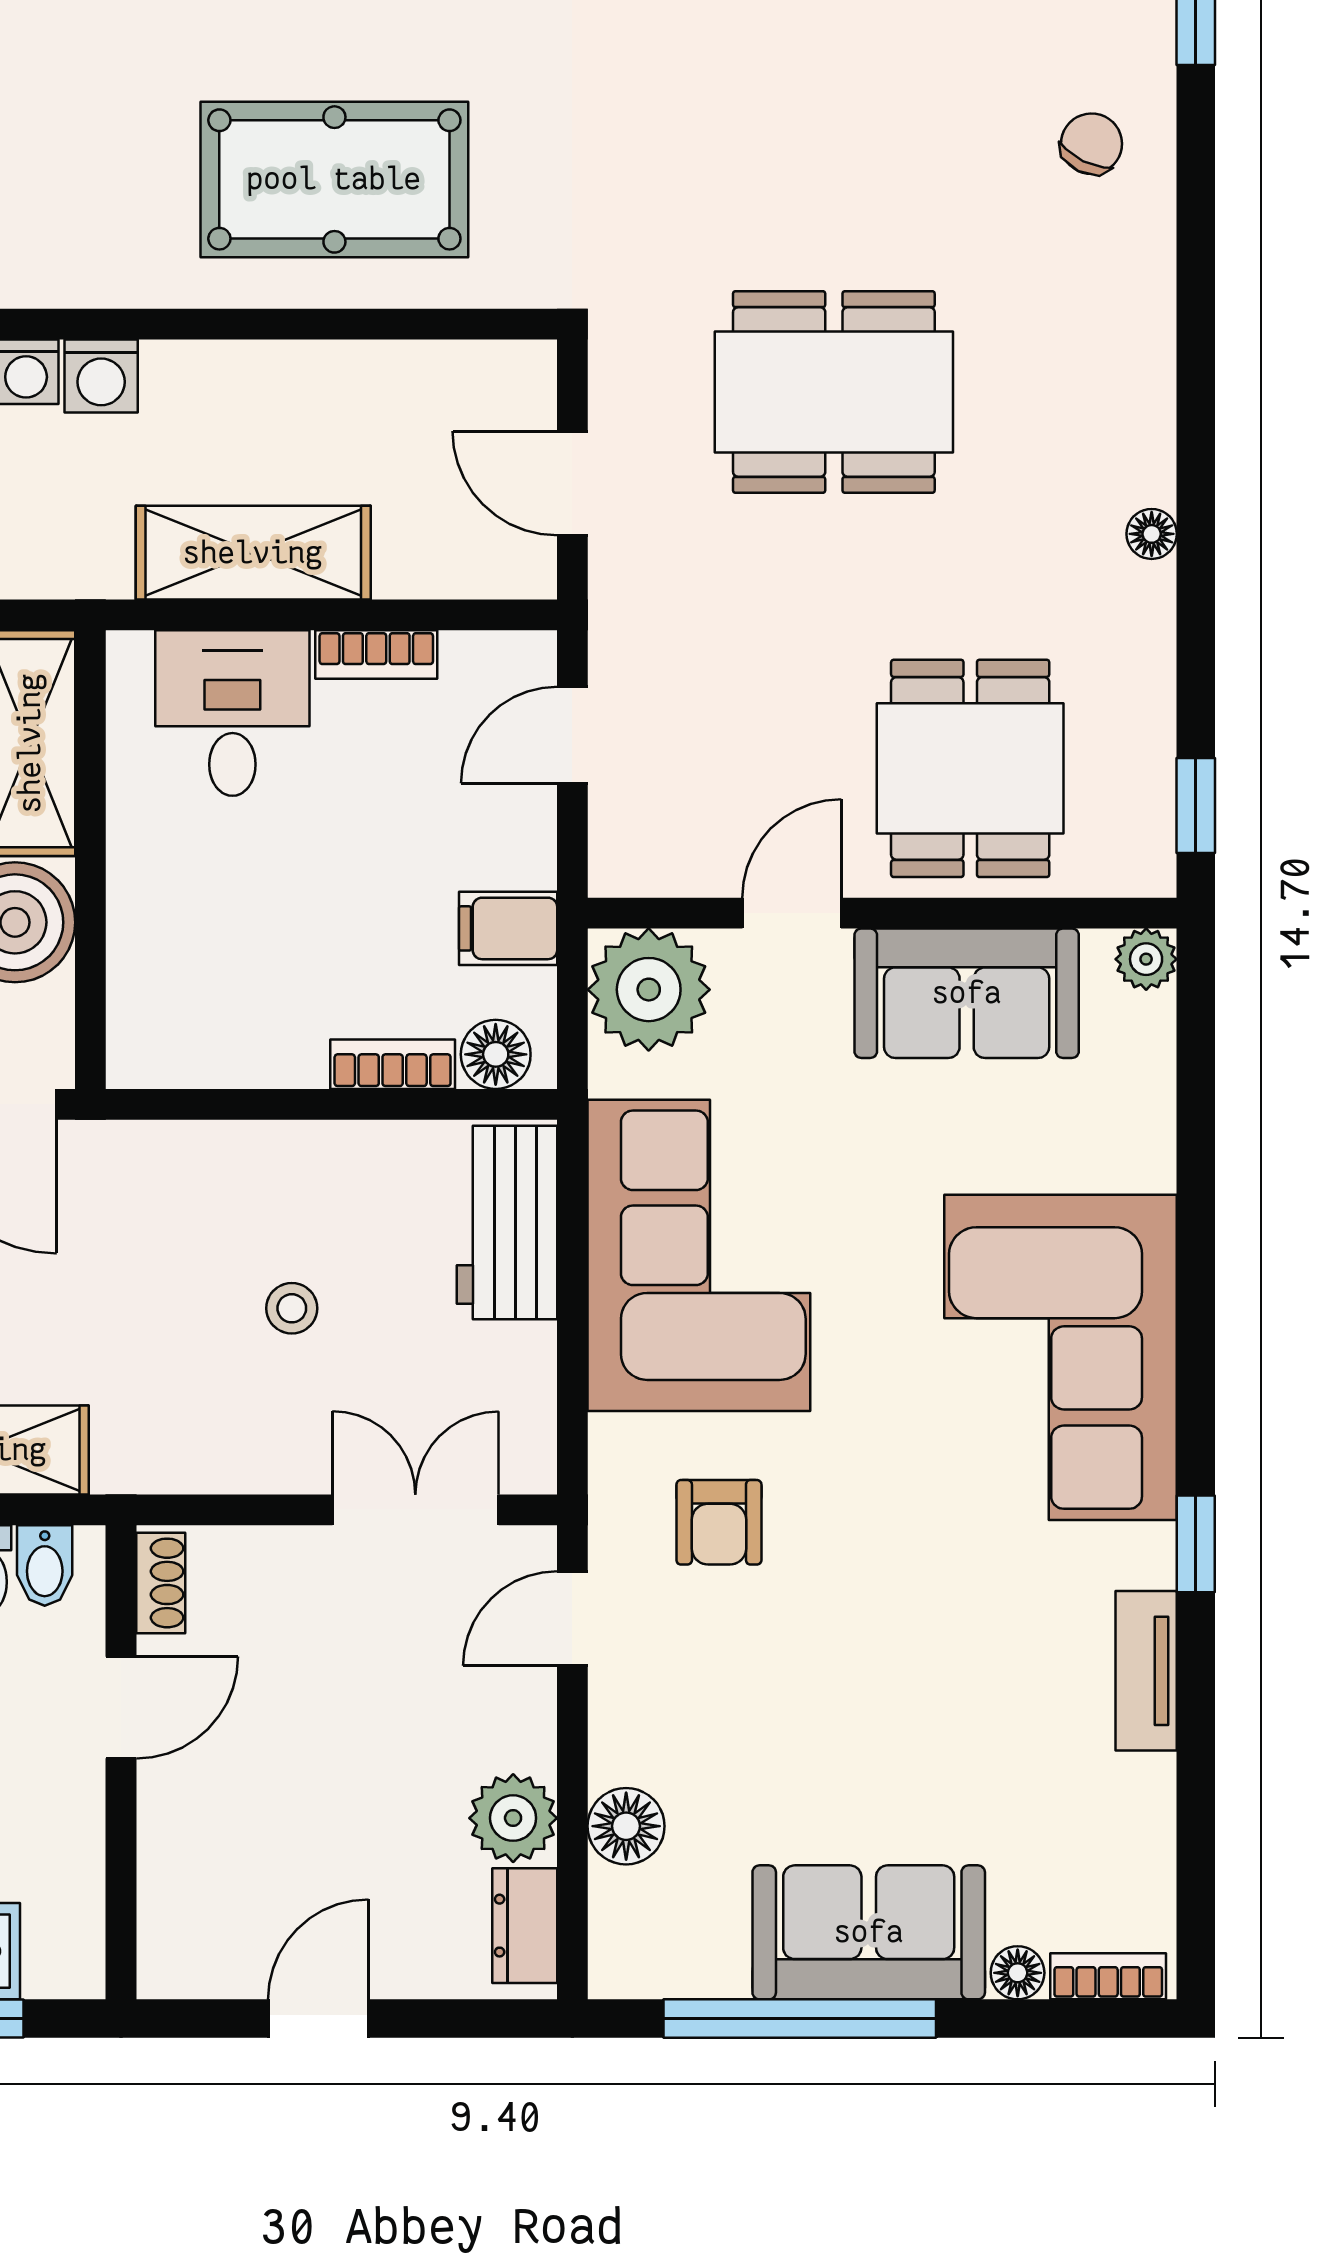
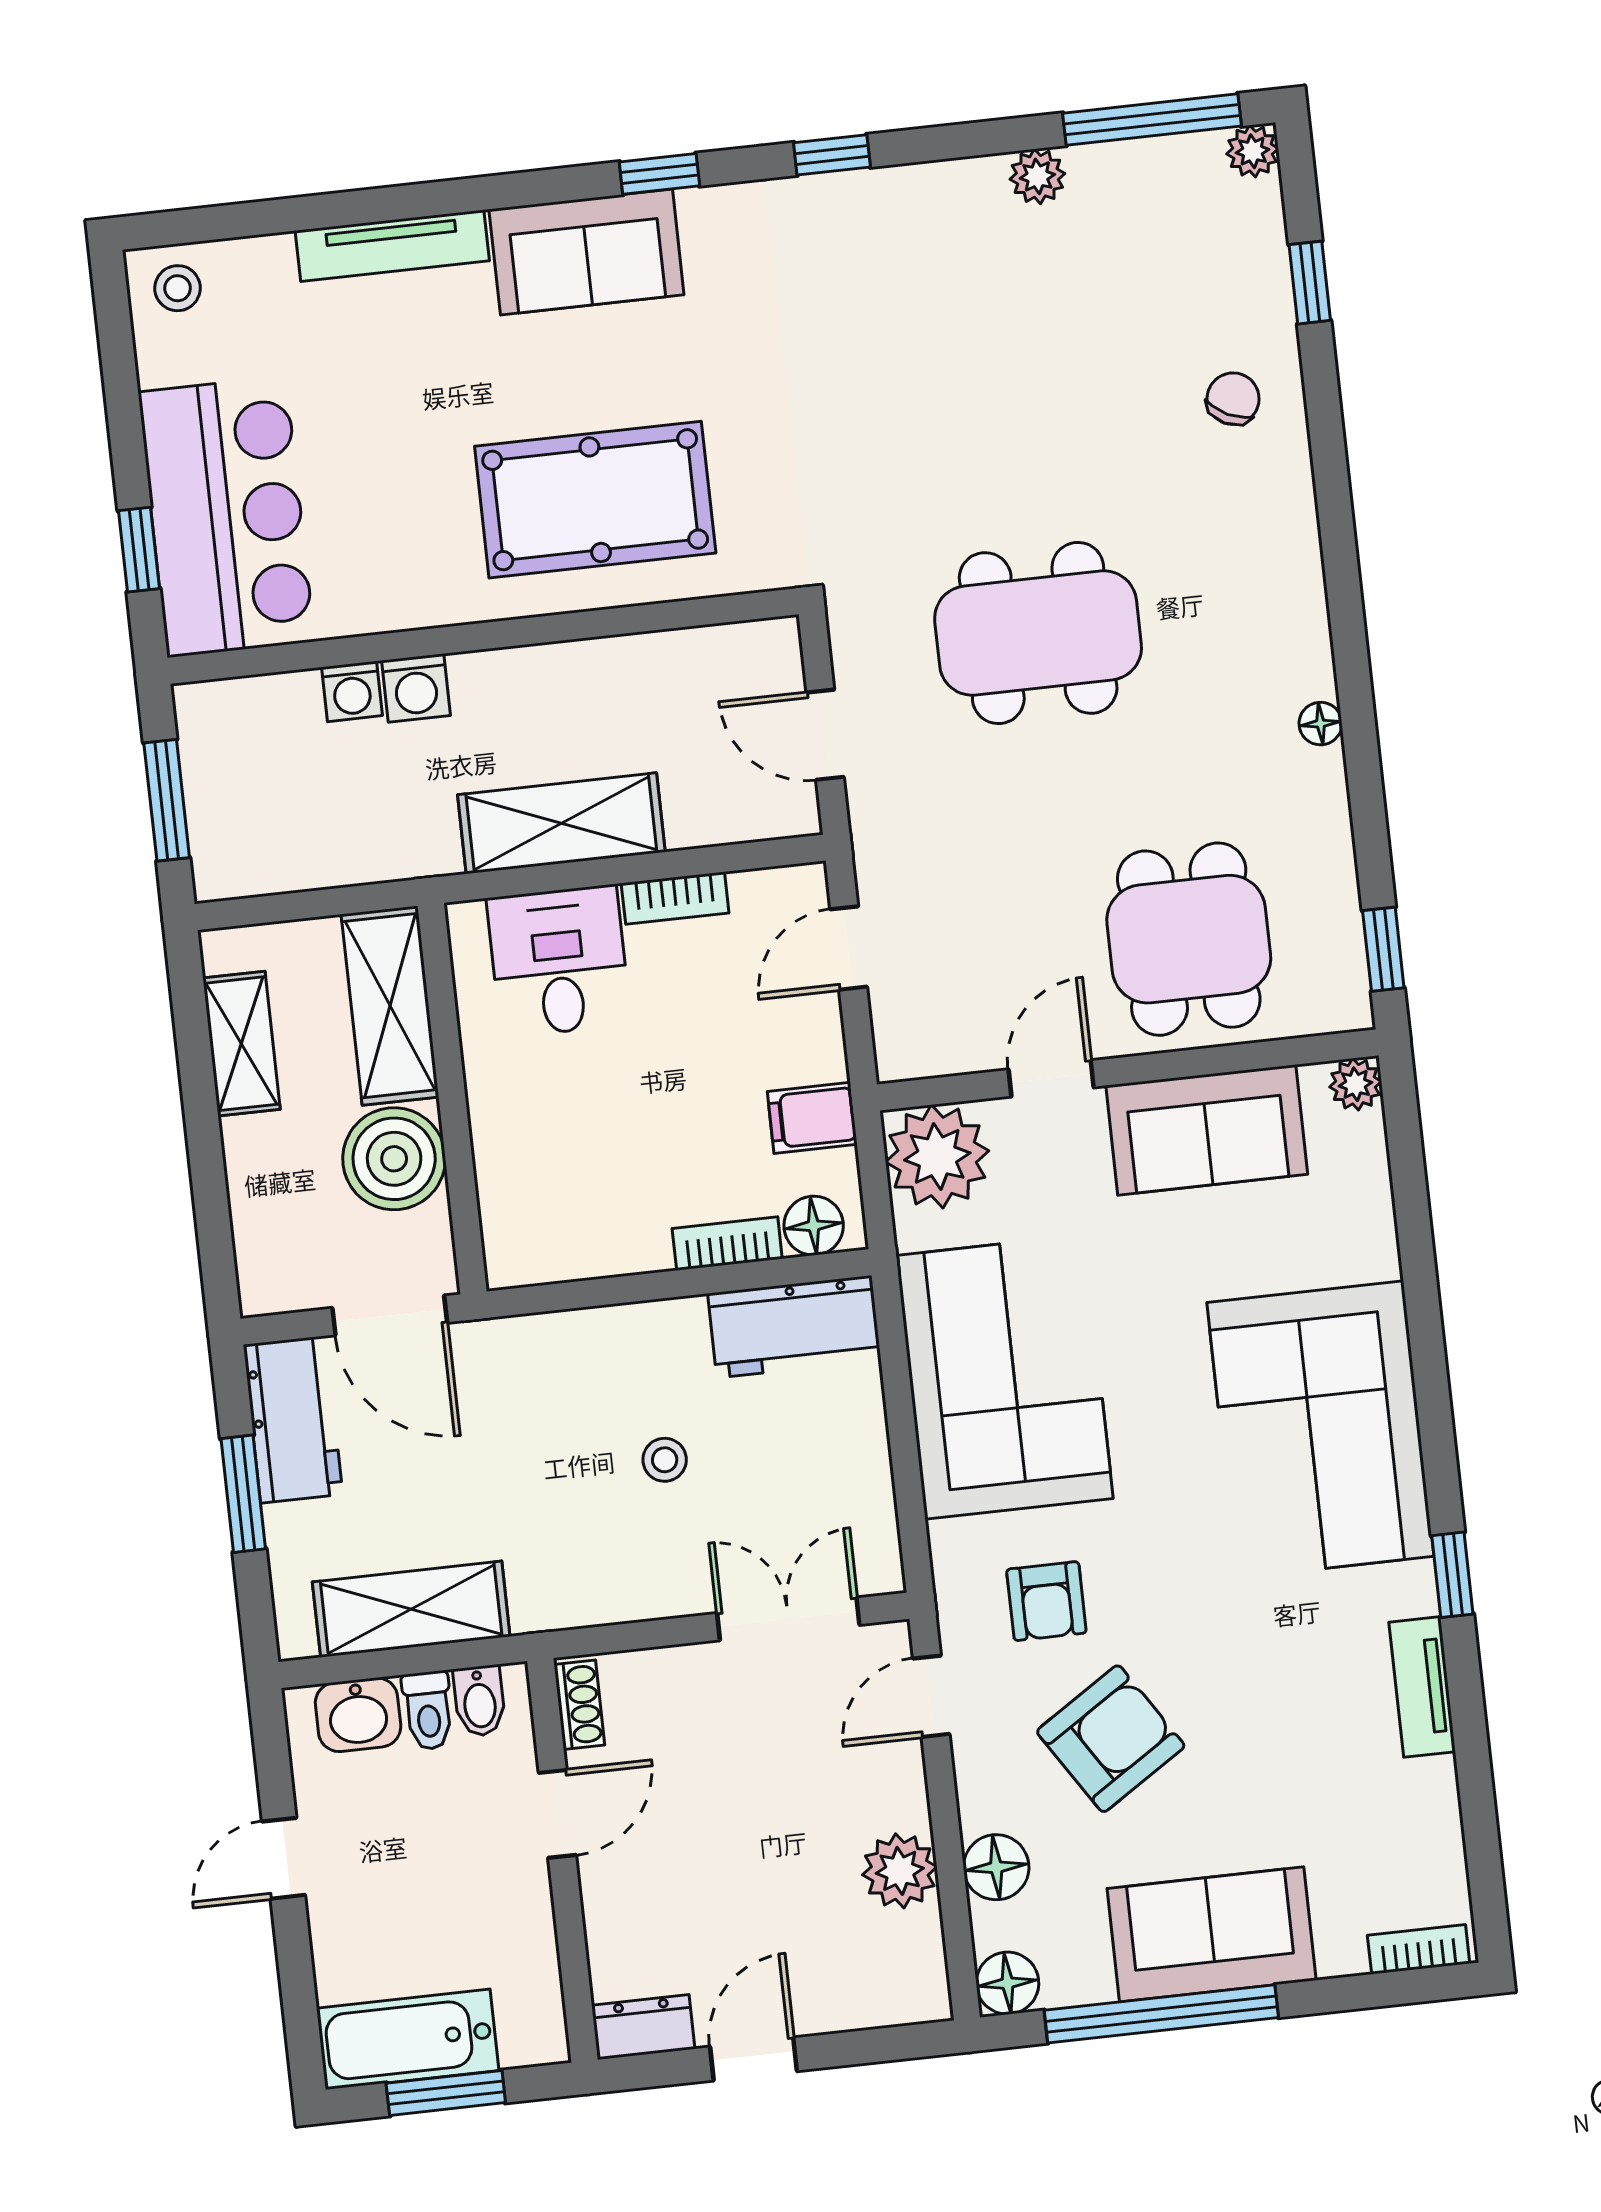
workbench: (507, 1223) -> (794, 1327), moved, turned -90
armchair: (776, 1691) -> (1111, 1739), added
dresser: (525, 1926) -> (643, 2027), moved, turned 90
floor lamp: (1018, 1973) -> (1007, 1983), moved, width x1.37, depth x1.37

